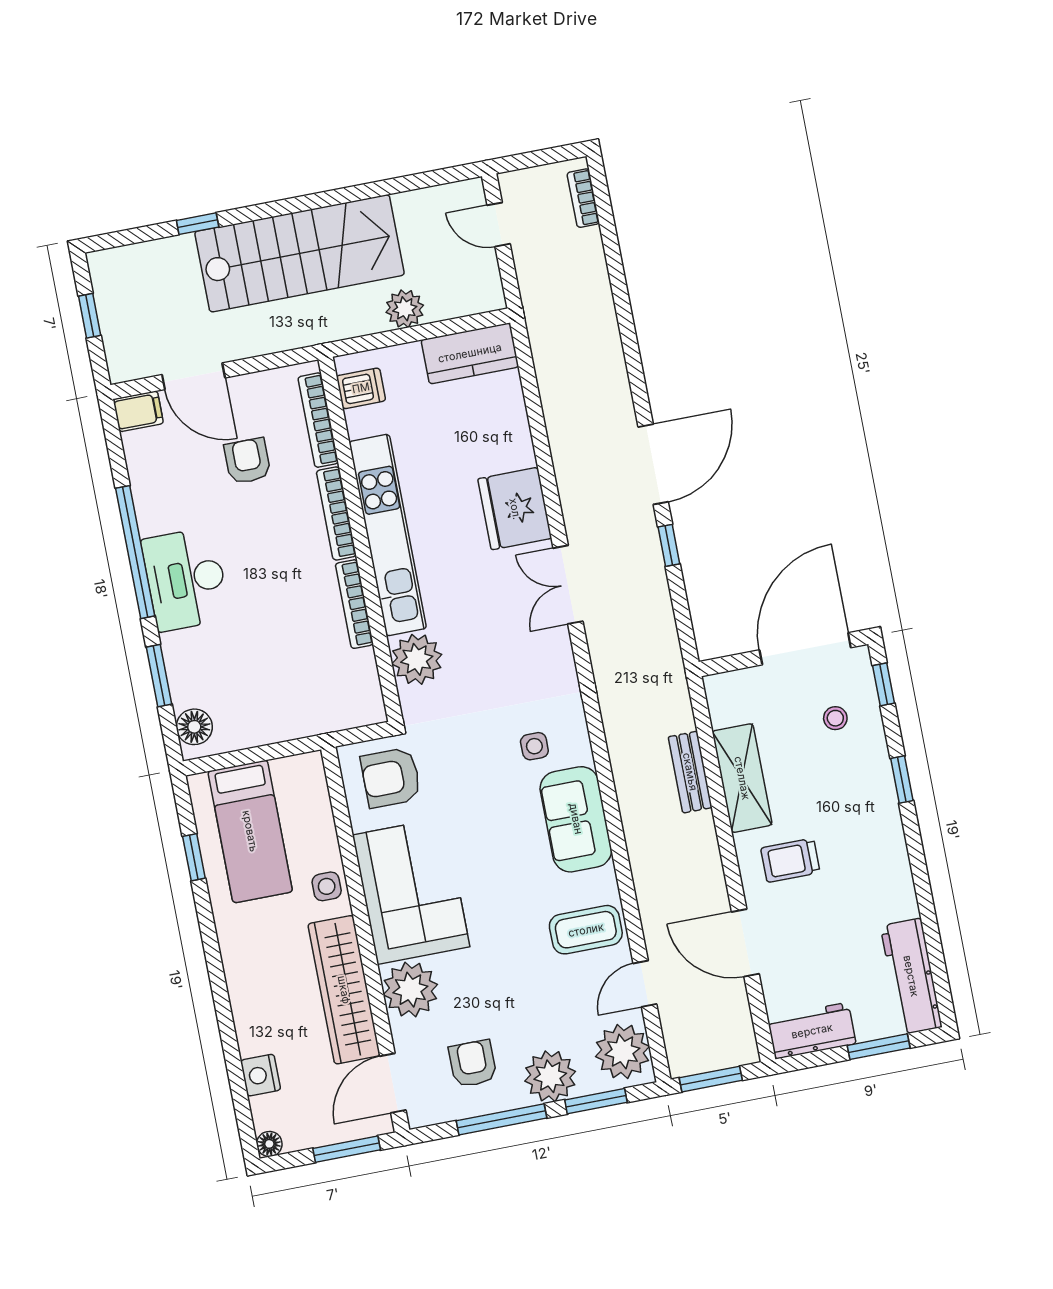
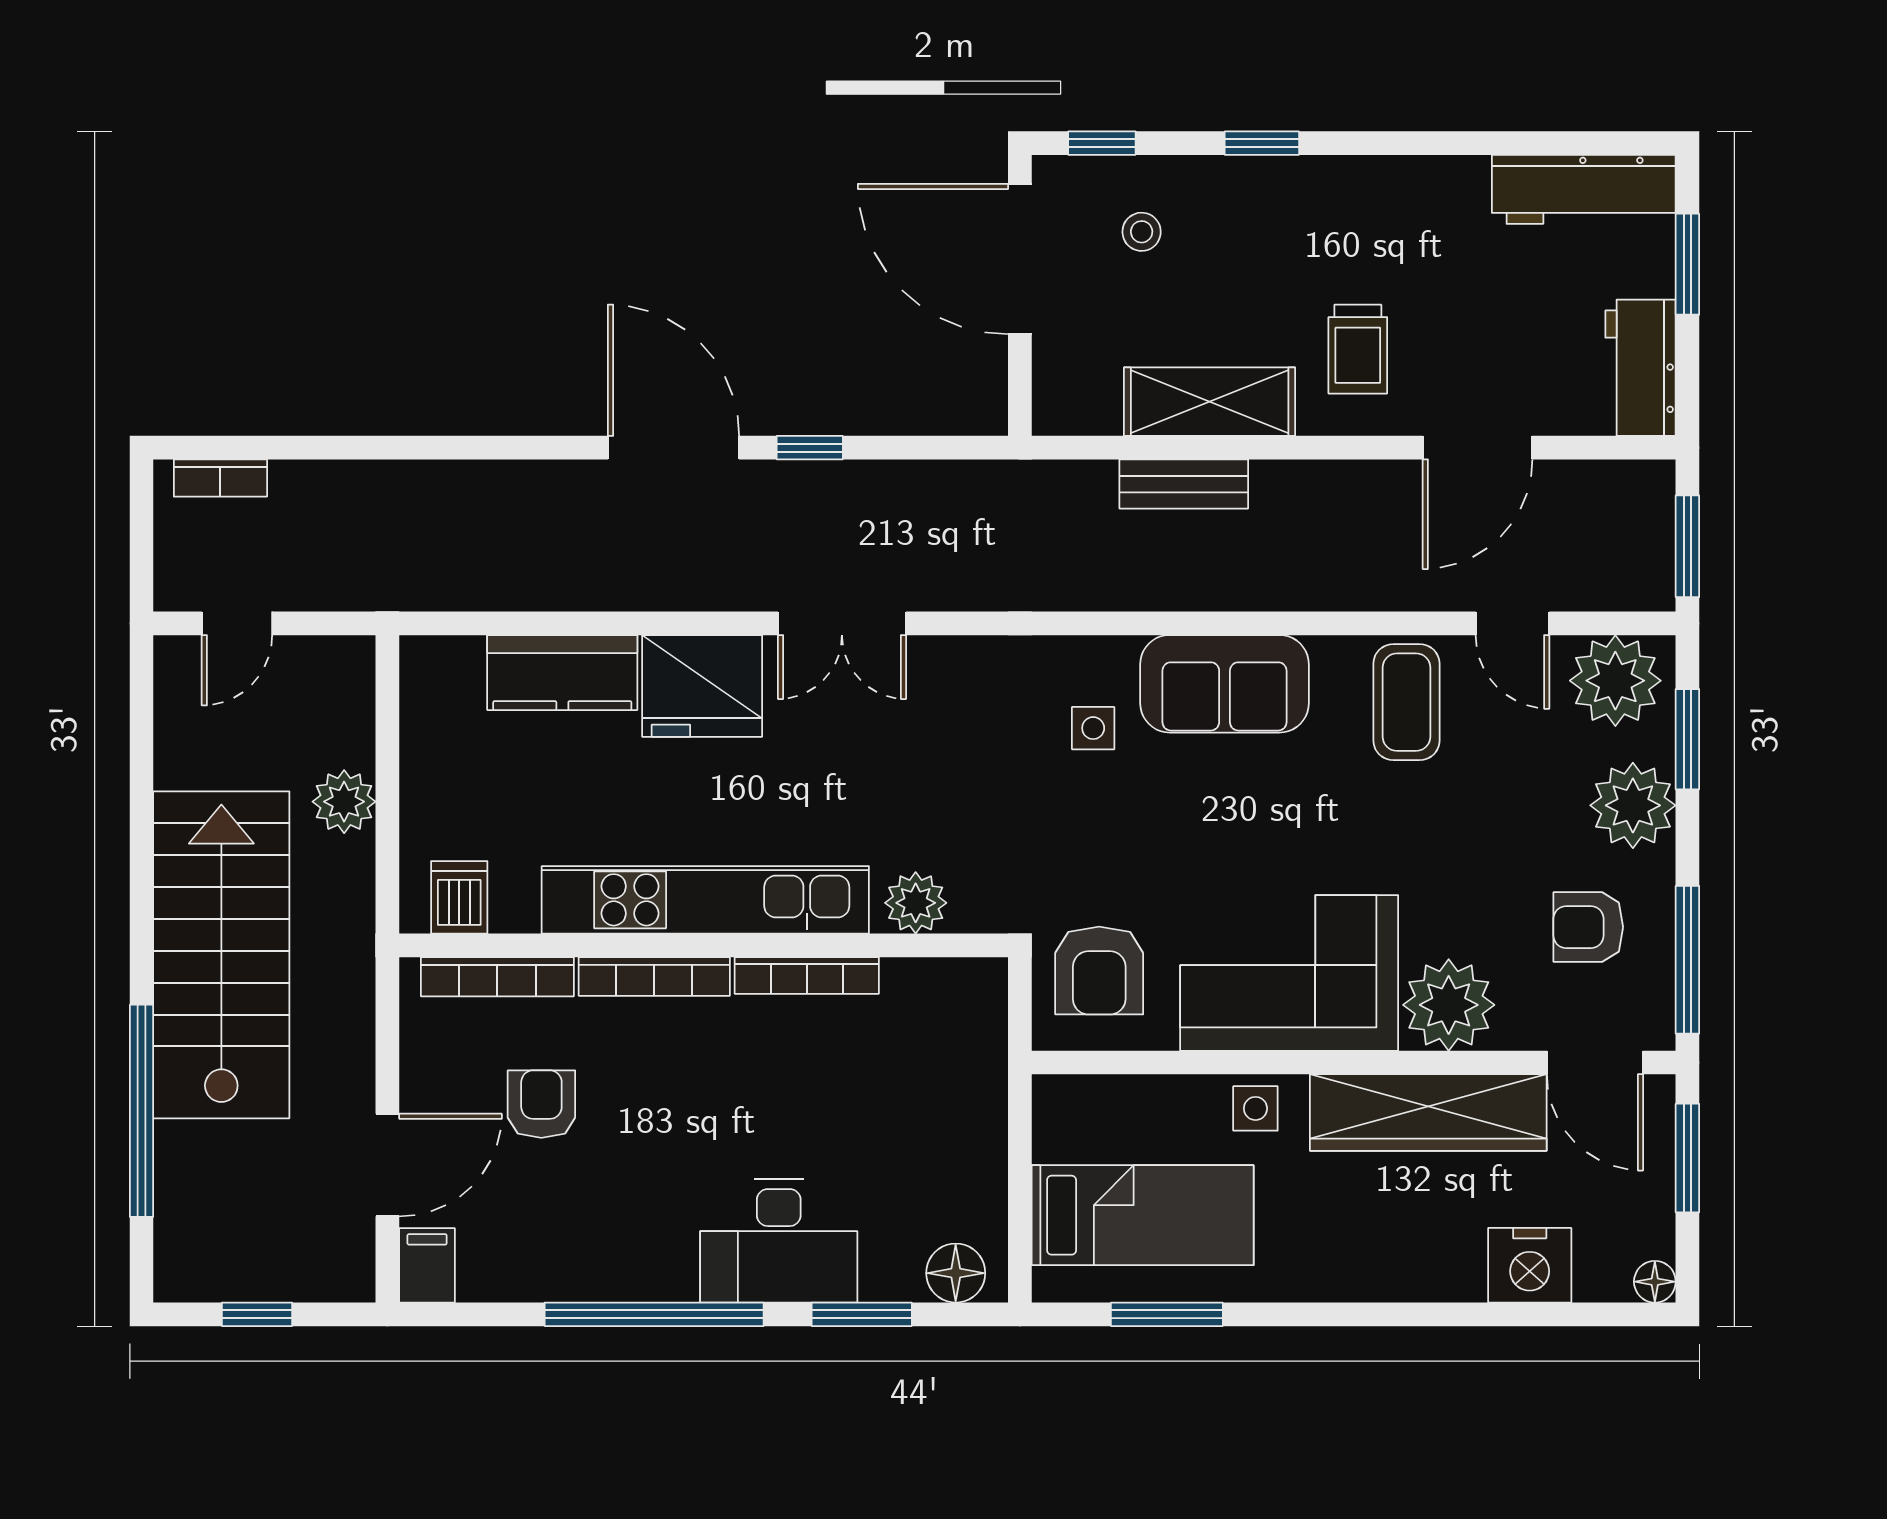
window: (198, 224) -> (142, 1111), width x3.17
kitchen counter: (470, 353) -> (562, 673), moved, turned 90
armchair: (247, 461) -> (541, 1104), turned 90
desk: (186, 579) -> (779, 1241), moved
plant: (417, 659) -> (916, 903), width x0.73, depth x0.73
window: (194, 857) -> (1167, 1314), width x1.50
nightstand: (261, 1075) -> (1530, 1265), width x1.36, depth x1.33
window: (502, 1119) -> (1687, 960), moved

